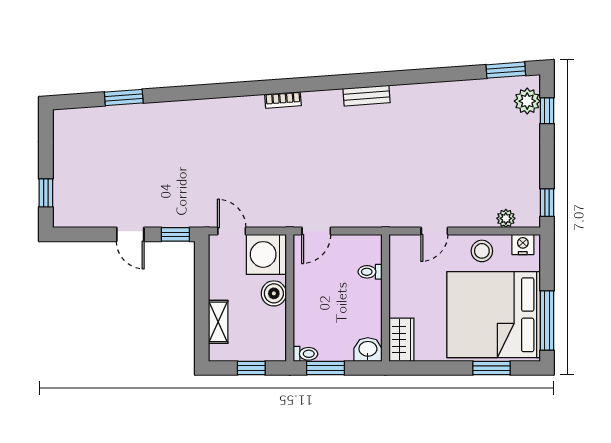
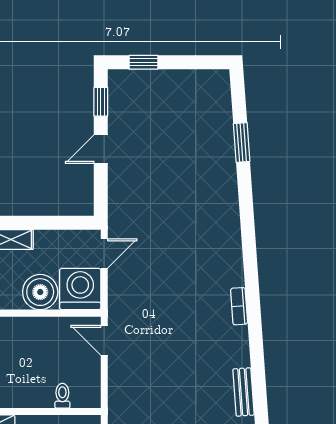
window: (175, 234) -> (101, 102), moved
boiler: (274, 293) -> (40, 292), width x1.37, depth x1.37

